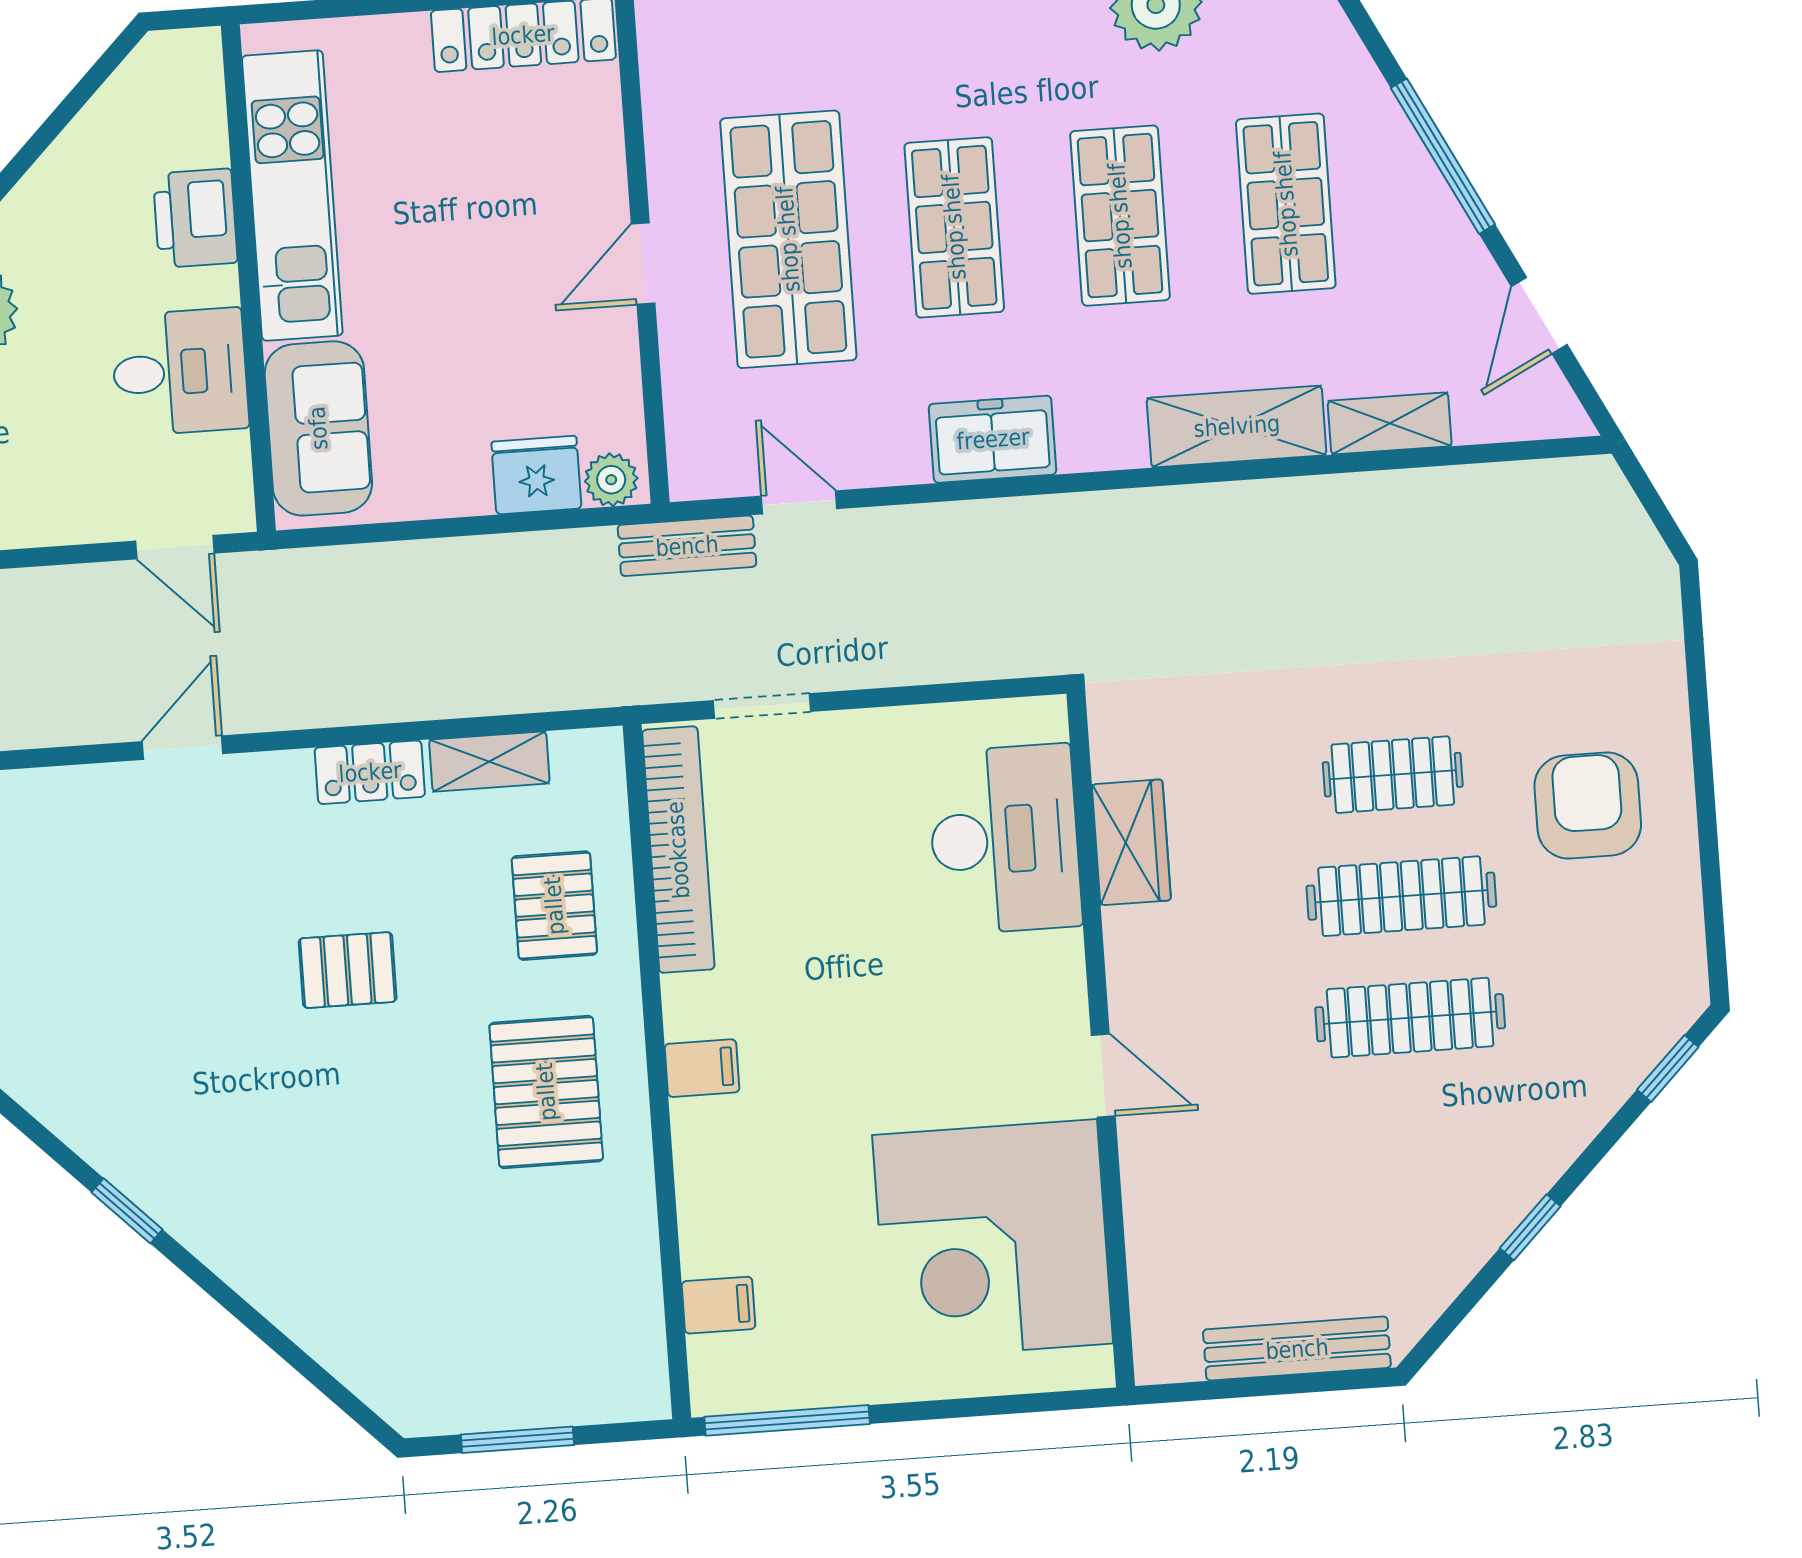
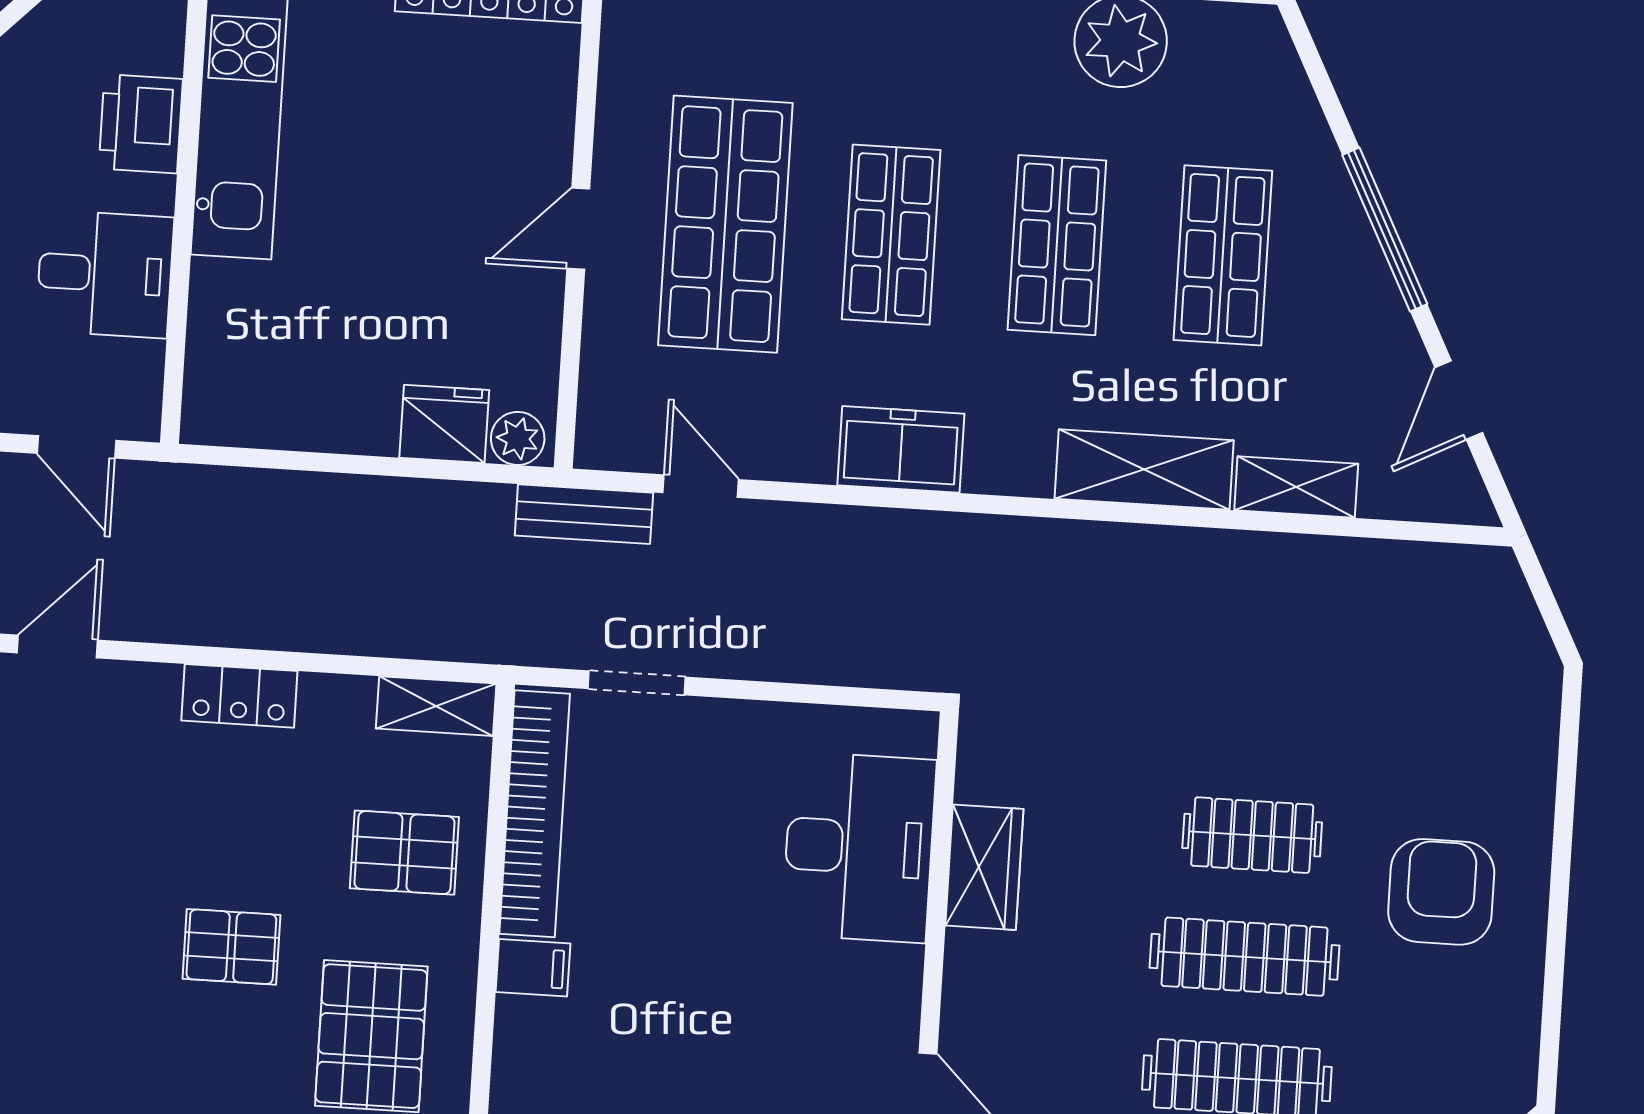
sofa: (318, 428) -> (235, 349), removed
shelving: (489, 762) -> (436, 706), moved
pallet: (554, 906) -> (404, 853), turned 90
pallet: (348, 970) -> (231, 947), moved
filing cabinet: (702, 1068) -> (533, 968), moved

